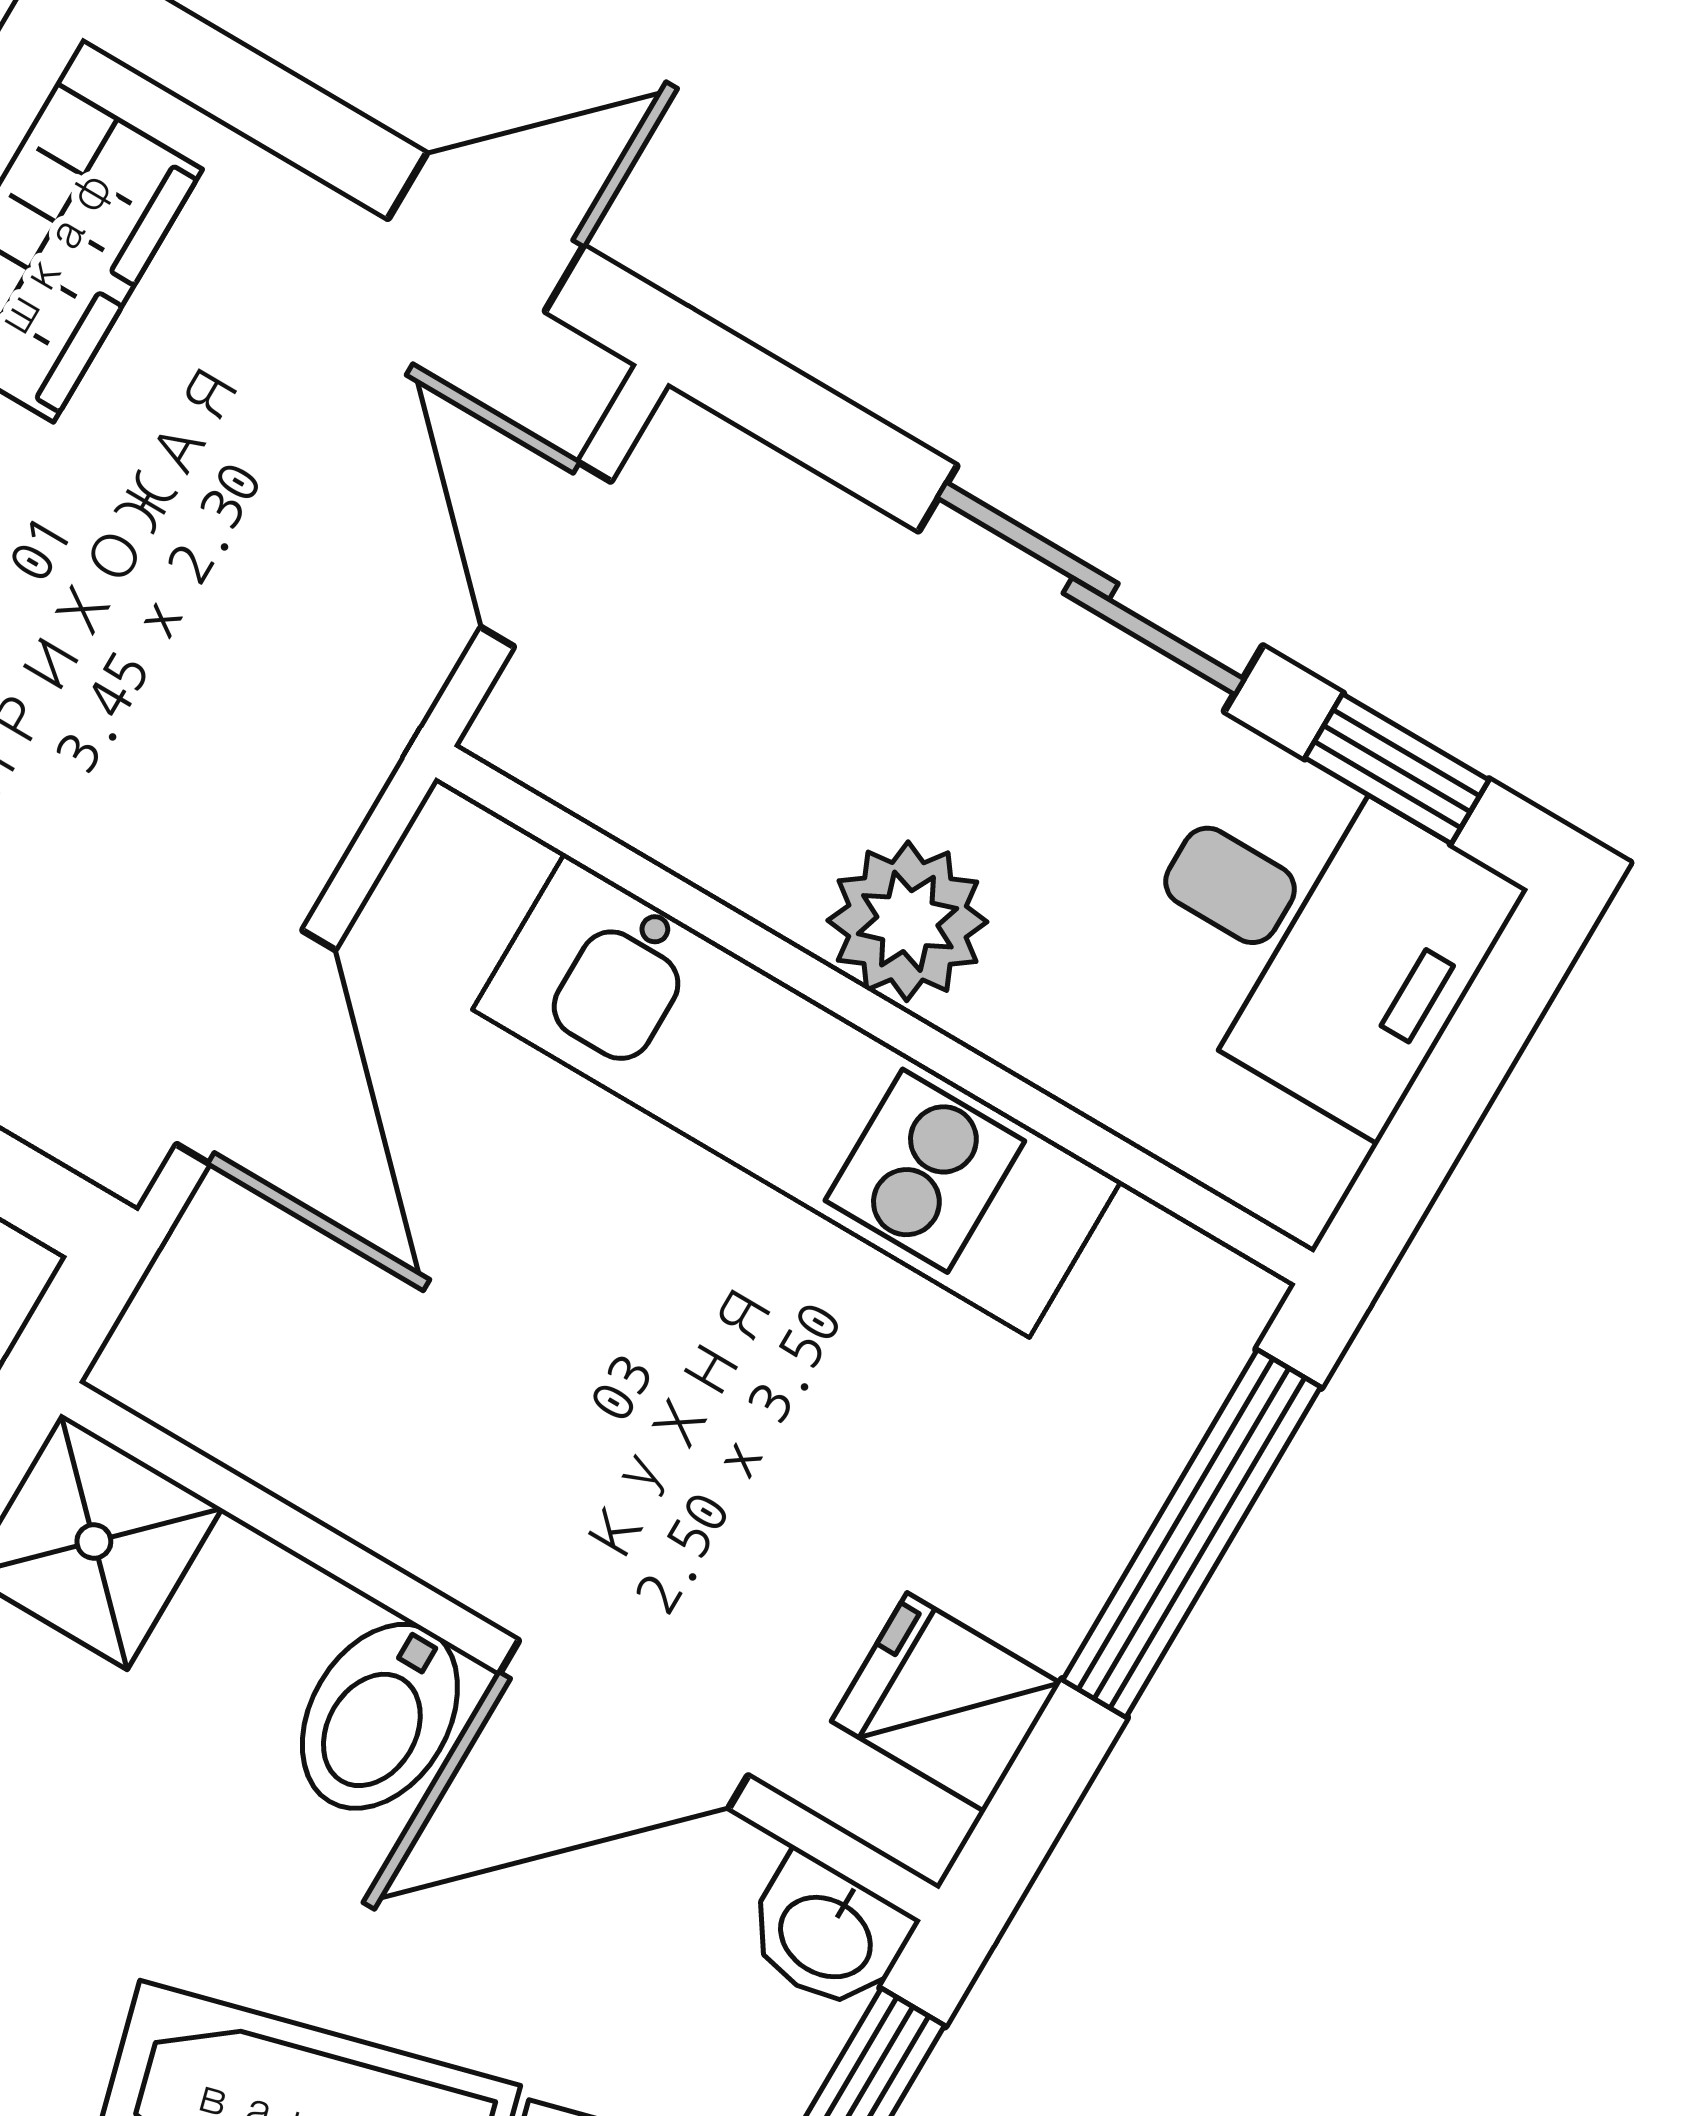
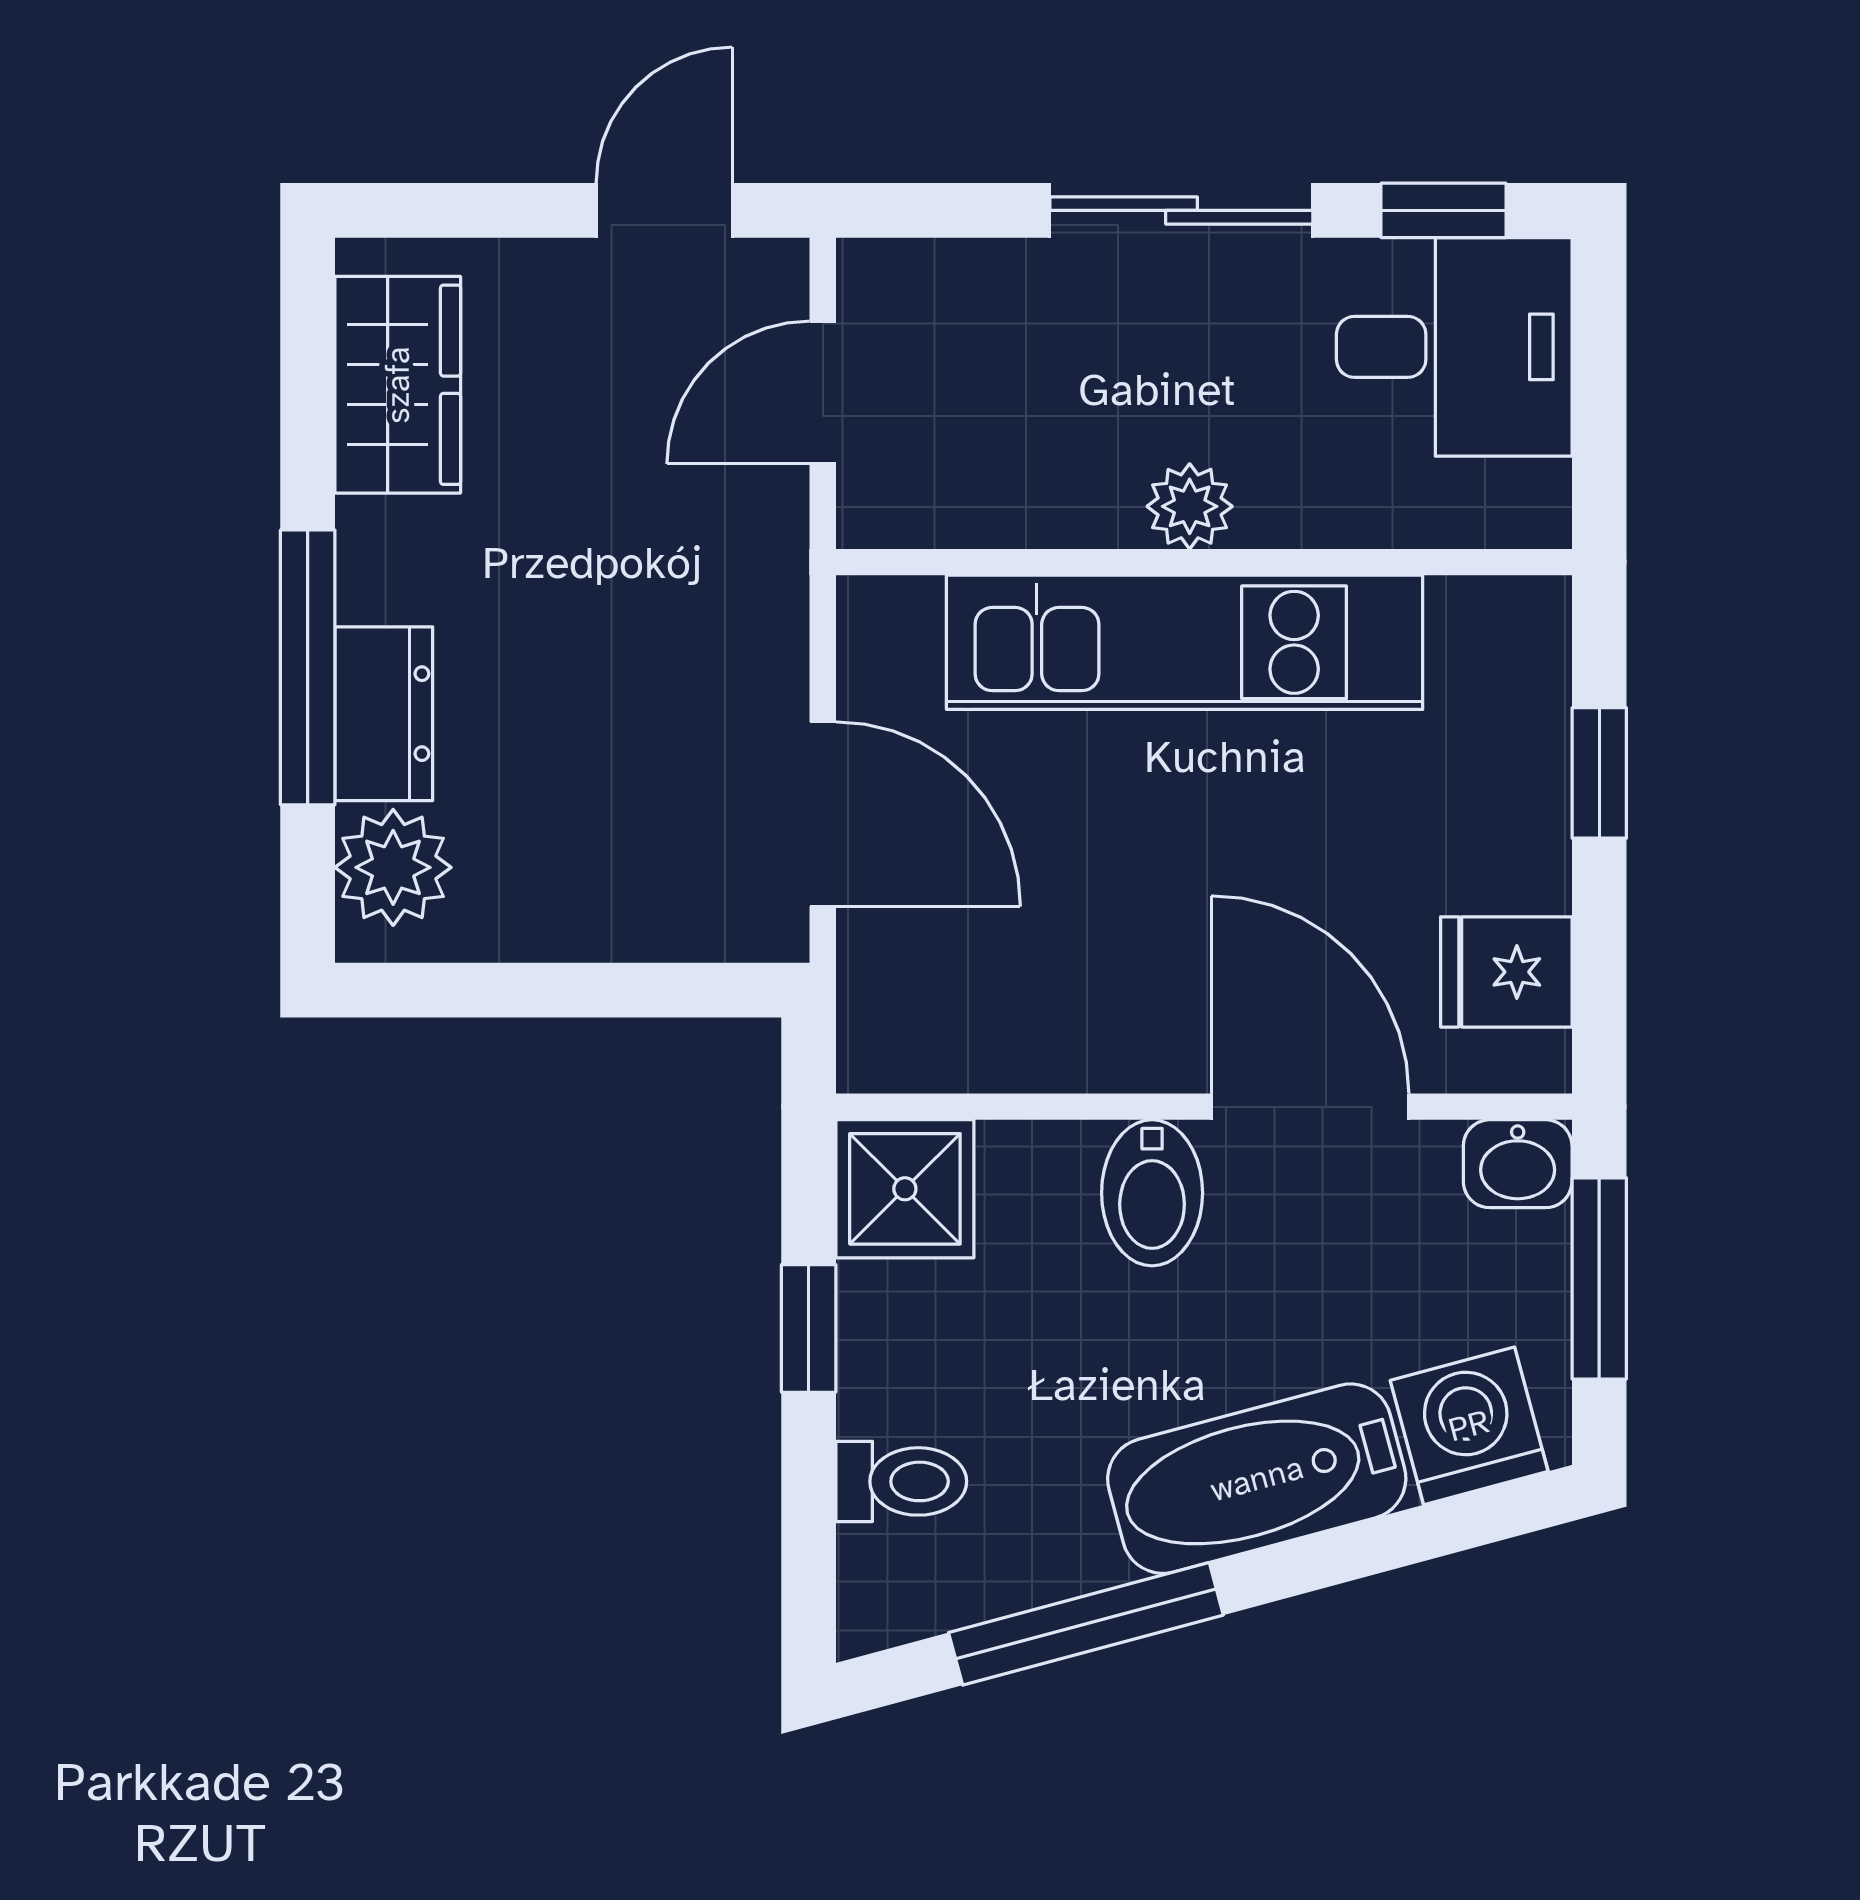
door: (546, 554) -> (823, 393), hinge flipped
plant: (907, 921) -> (1190, 506), width x0.73, depth x0.73
window: (1192, 1534) -> (1599, 773), width x0.46
door: (624, 1724) -> (1310, 1107), swing flipped

